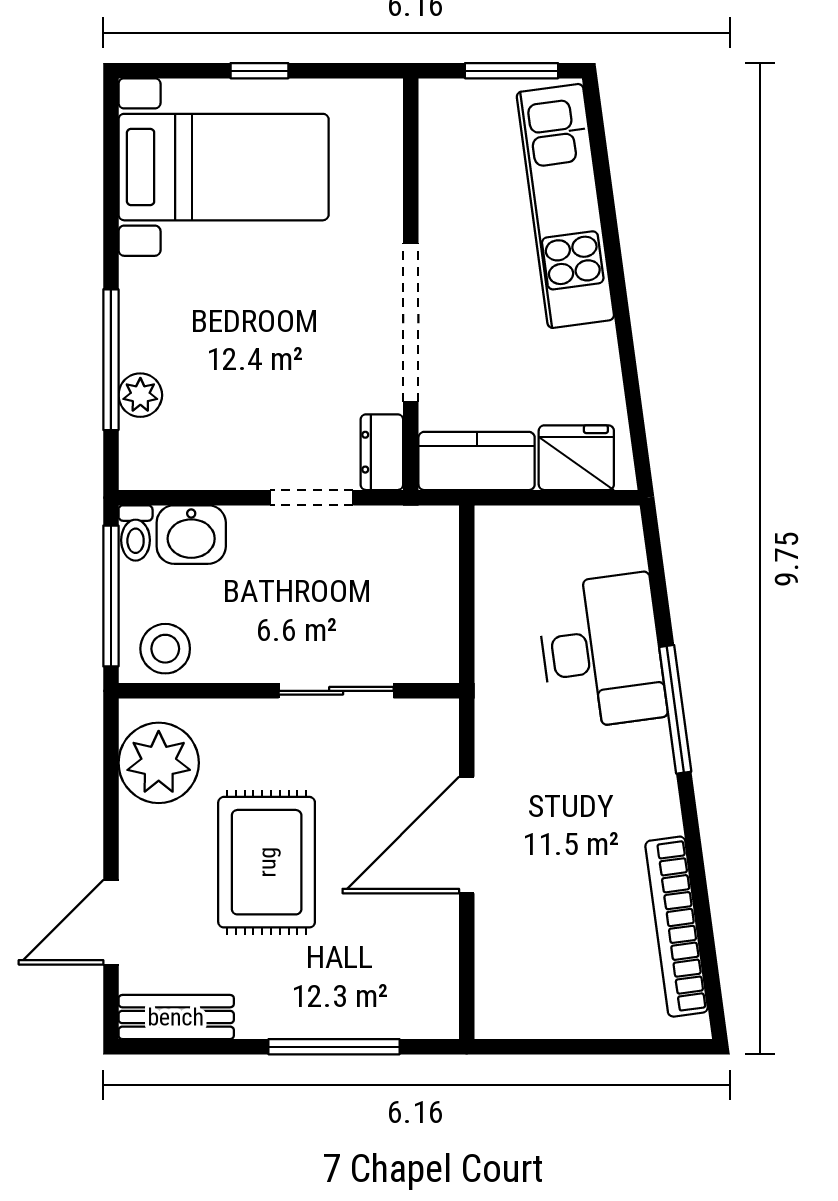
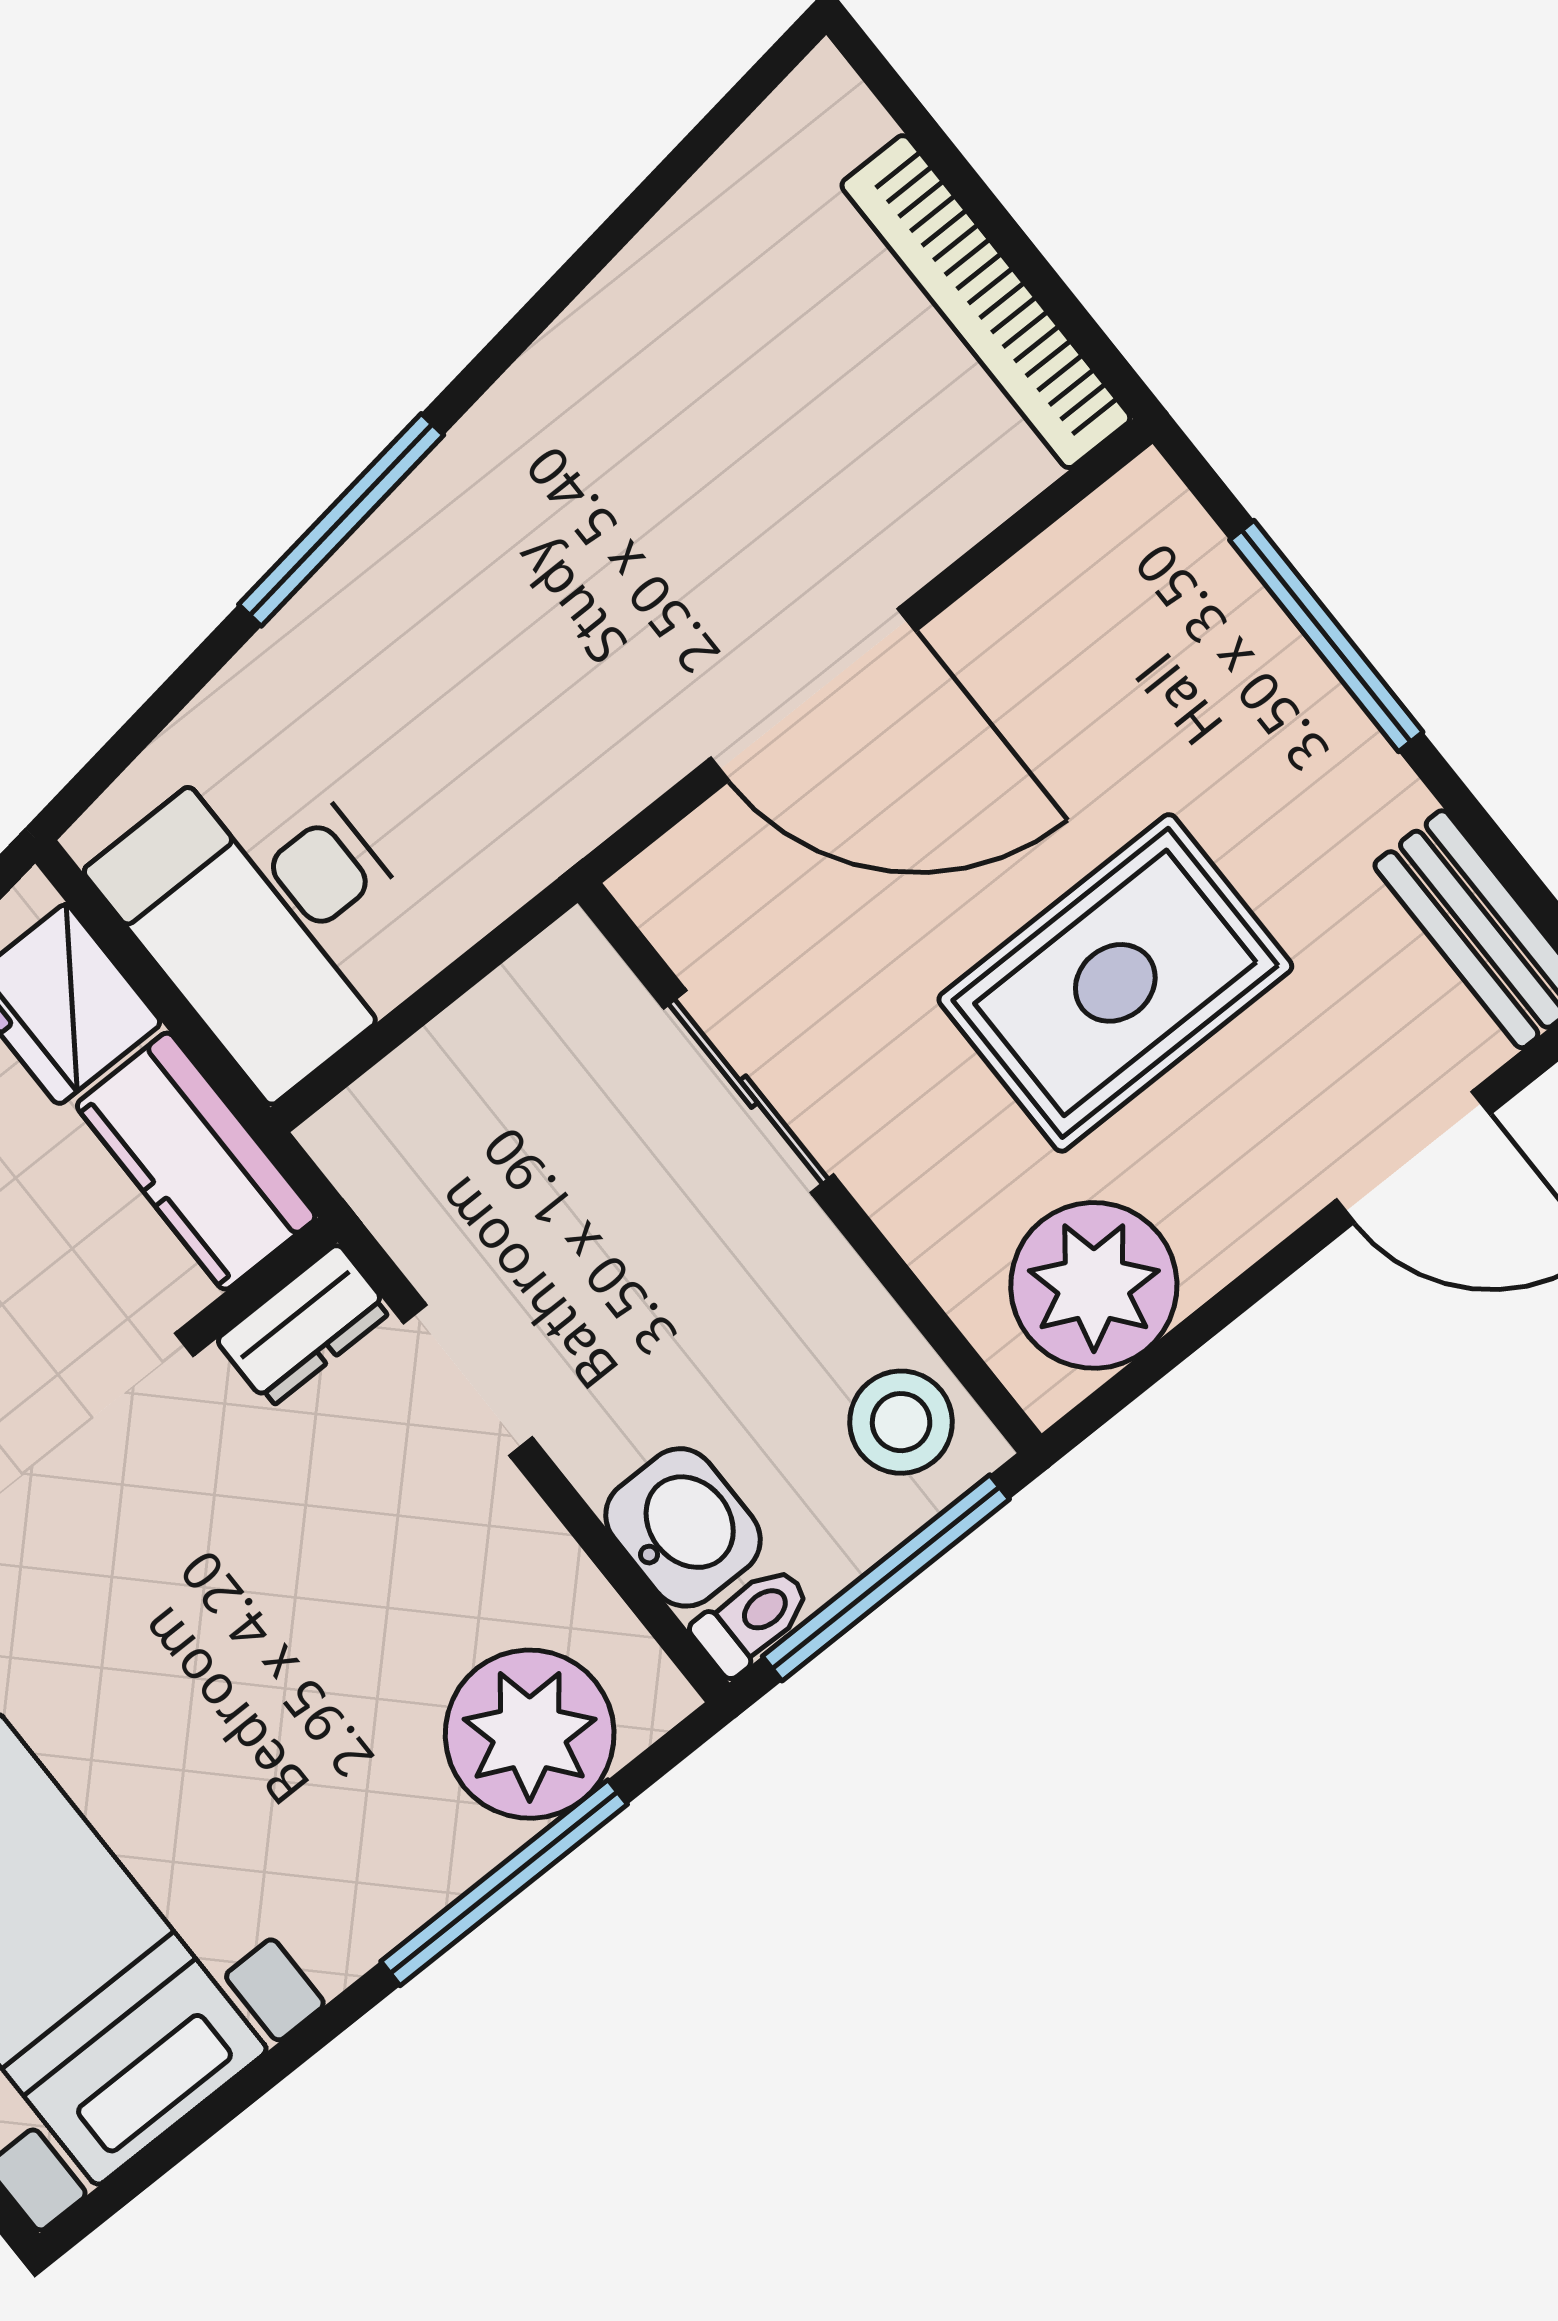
plant: (140, 395) -> (530, 1734), width x1.88, depth x1.88
desk: (601, 651) -> (269, 915), moved, turned -82
bookcase: (677, 927) -> (986, 302), moved, turned 98

